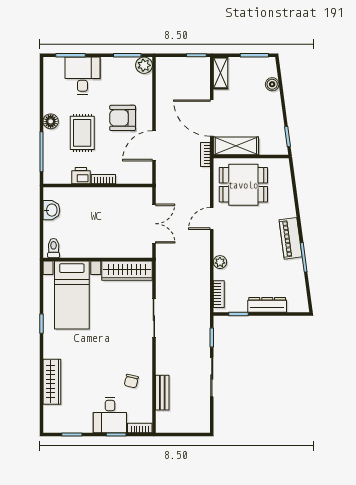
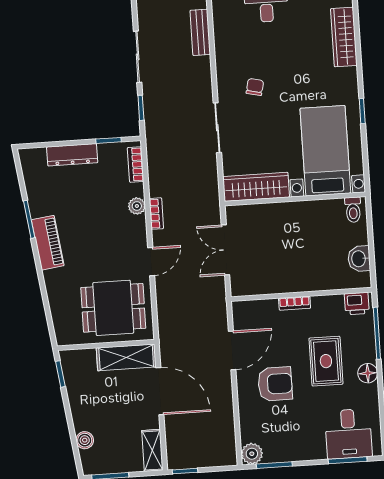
desk: (82, 76) -> (349, 434), moved
bookcase: (205, 155) -> (156, 214), moved
printer: (81, 176) -> (357, 304), moved
chair: (131, 381) -> (255, 87), moved

